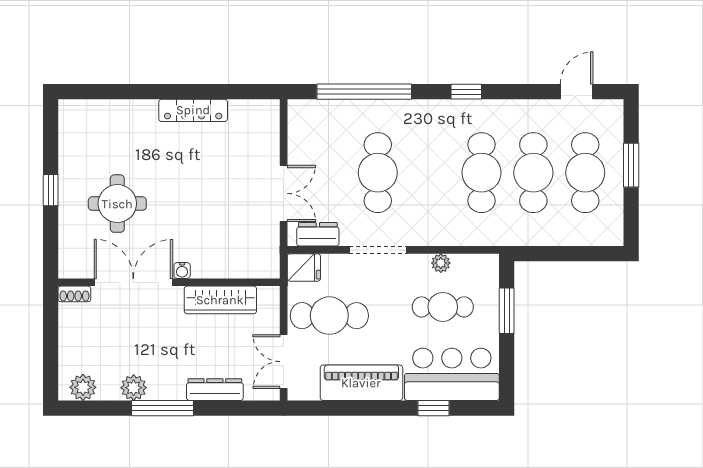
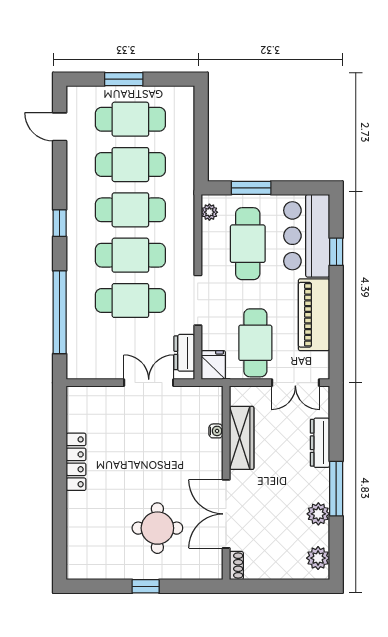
cafe table: (430, 173) -> (130, 255), added
plant: (441, 263) -> (209, 212), moved
water cooler: (182, 271) -> (216, 431), moved
cafe table: (443, 307) -> (248, 244), width x1.37, depth x1.35

